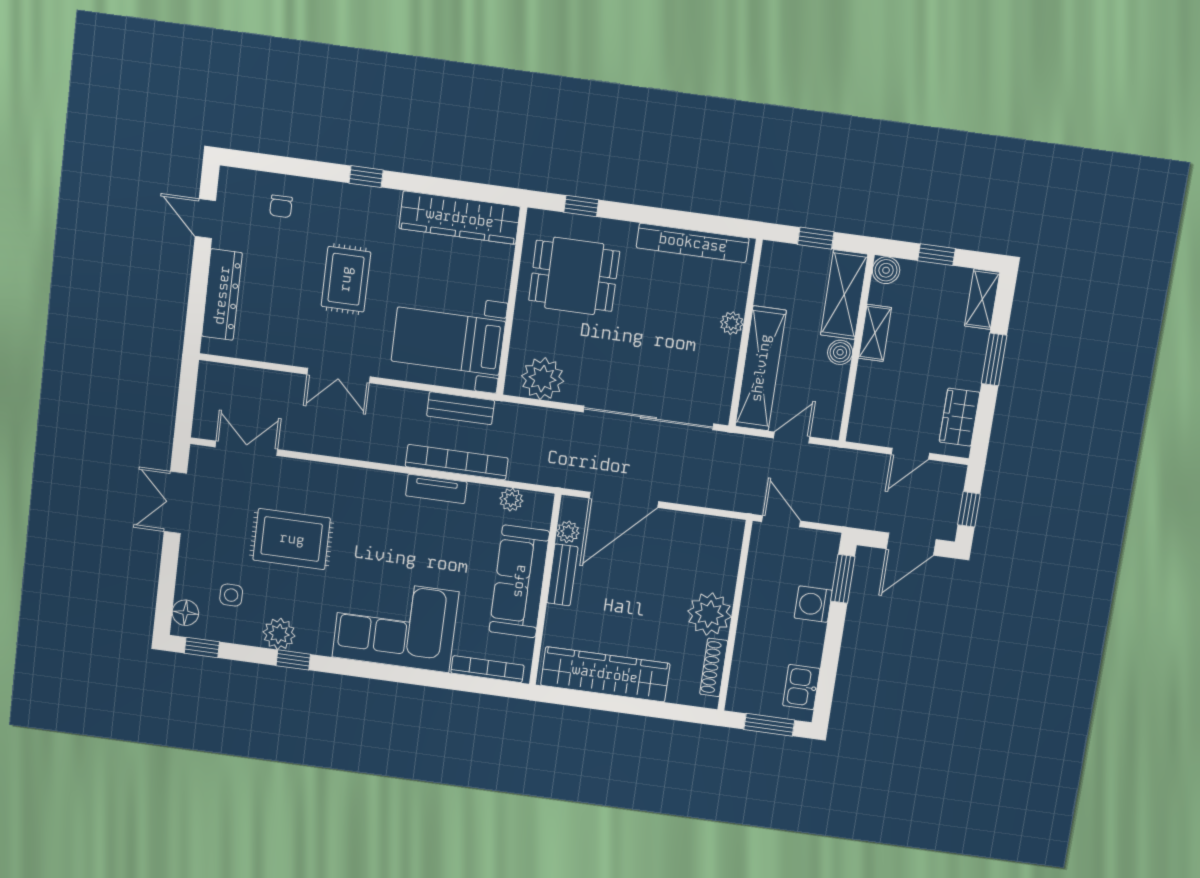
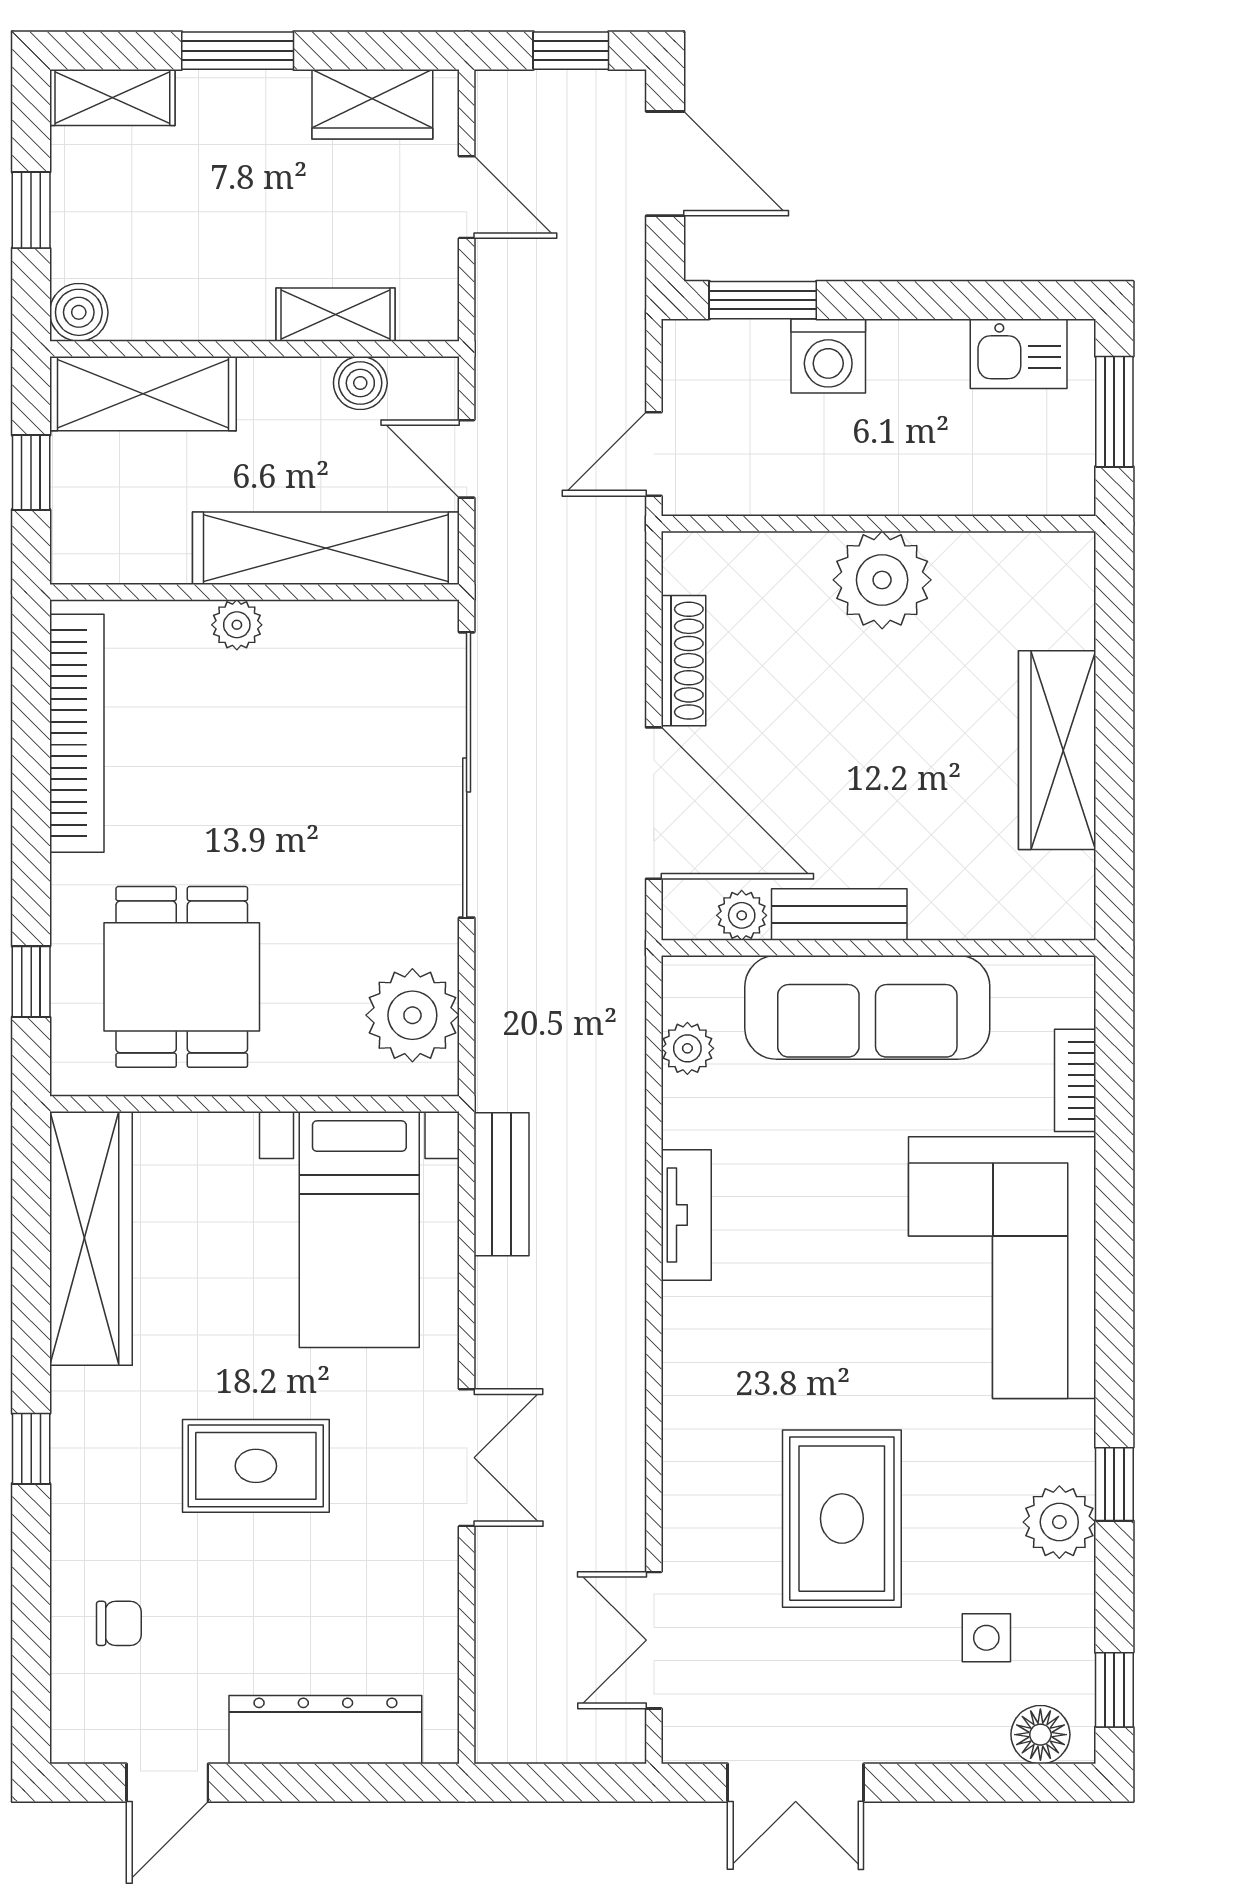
shelving: (875, 333) -> (335, 315), moved
boiler: (840, 352) -> (360, 383), moved
bookcase: (457, 462) -> (621, 1178), removed
shoe rack: (714, 667) -> (683, 661), moved, turned -90
bookcase: (487, 669) -> (1075, 1080), width x0.64
wardrobe: (605, 674) -> (1057, 750), width x0.71, depth x0.85

